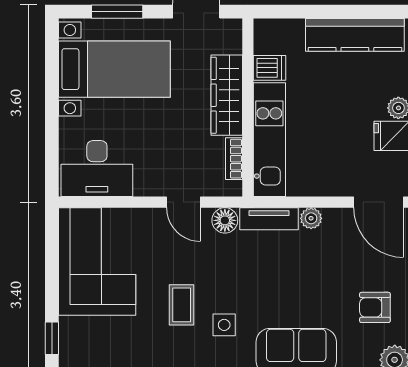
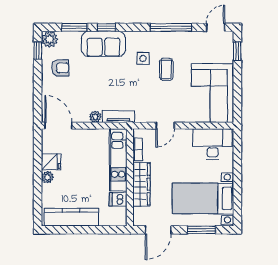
door: (183, 202) -> (165, 126), swing flipped
floor lamp: (225, 220) -> (143, 116), removed

